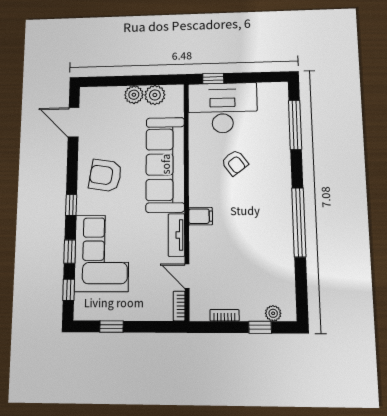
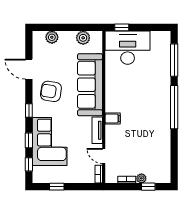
plant: (134, 95) -> (52, 37), moved
door: (74, 122) -> (29, 69), moved
armchair: (235, 163) -> (135, 84), removed
window: (299, 222) -> (174, 107), moved
plant: (273, 313) -> (141, 178), moved

